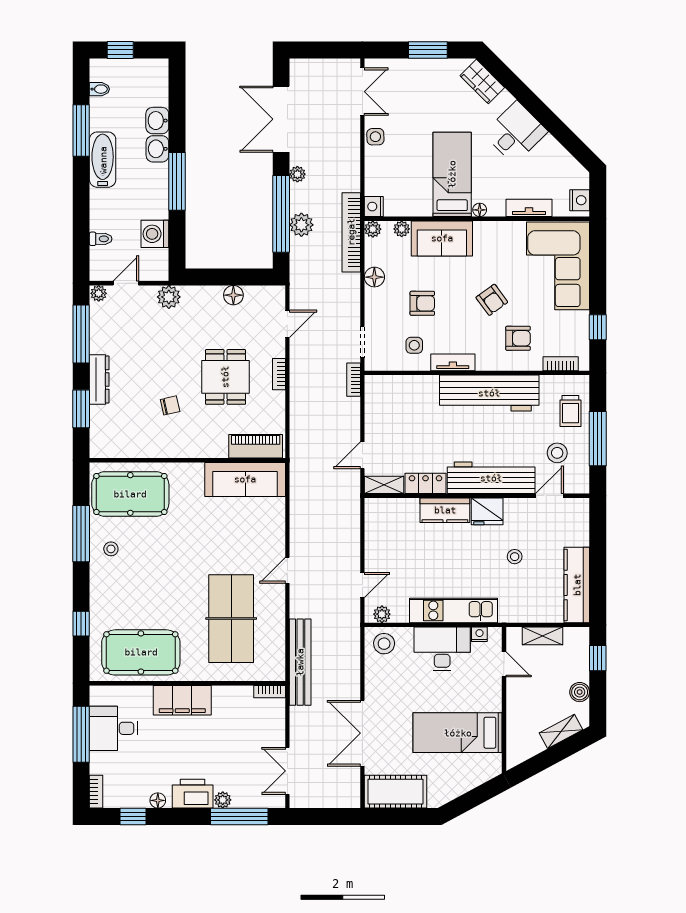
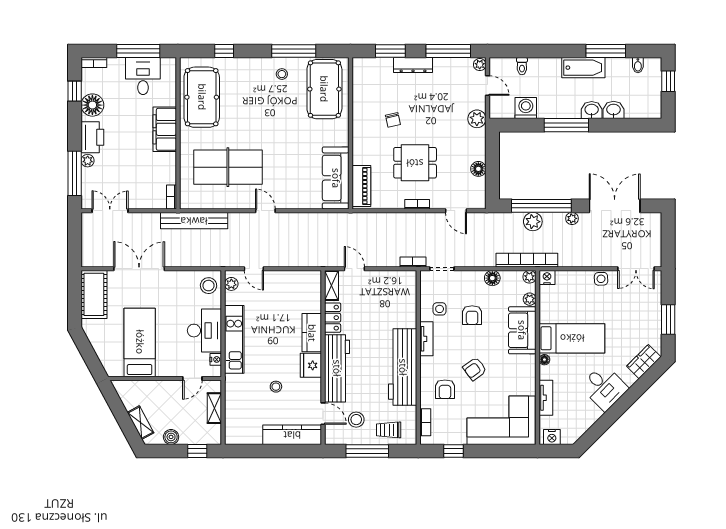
kitchen counter: (577, 585) -> (292, 435), moved
floor lamp: (158, 800) -> (92, 105), width x1.89, depth x1.89

